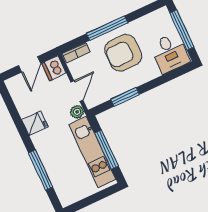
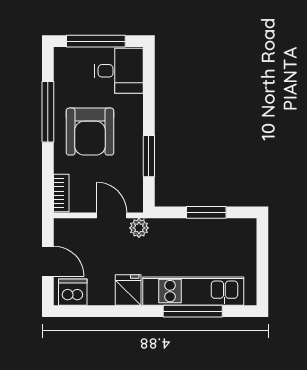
window: (107, 28) -> (48, 112), moved
dishwasher: (54, 68) -> (73, 292), moved, turned 180
window: (107, 150) -> (206, 212), width x0.69
kitchen unit: (92, 152) -> (193, 291), moved, turned 180

